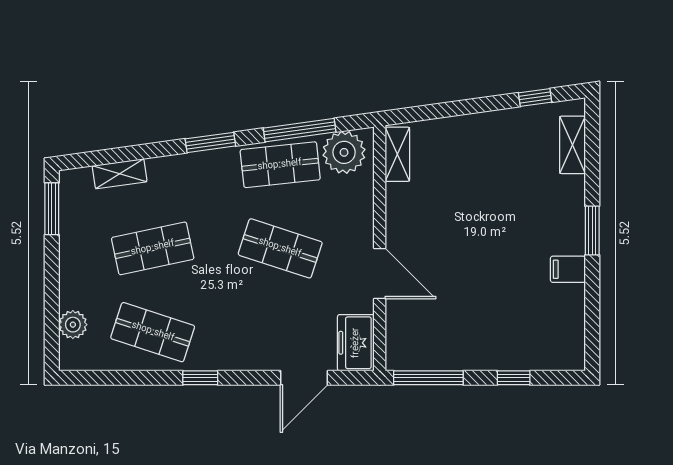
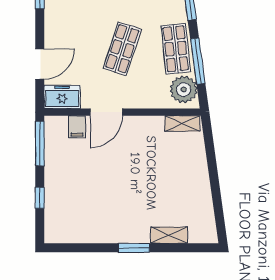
window: (535, 97) -> (219, 211), removed
shelving: (572, 145) -> (169, 235), moved
filing cabinet: (568, 269) -> (77, 127), moved, turned 180
door: (304, 378) -> (40, 64), swing flipped

